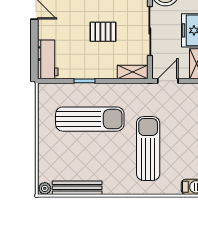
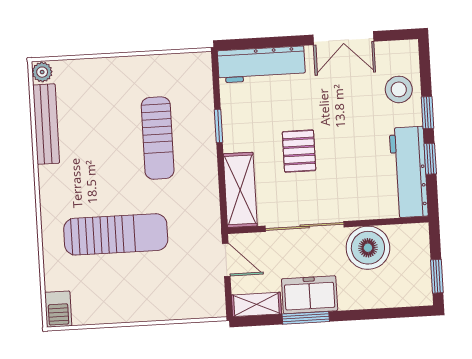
workbench: (48, 59) -> (261, 64), width x1.38
shelving: (133, 72) -> (240, 190), width x1.50, depth x1.33
sun lounger: (90, 119) -> (158, 138), width x0.73, depth x0.75

